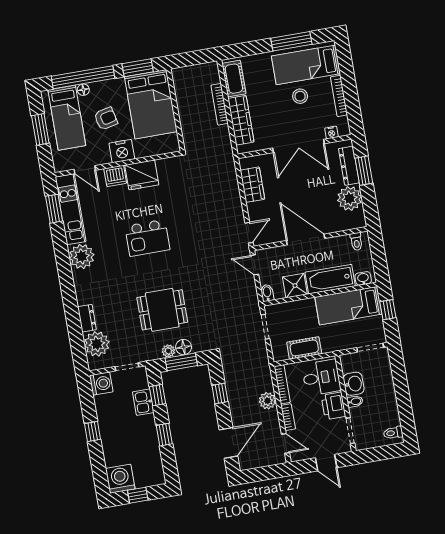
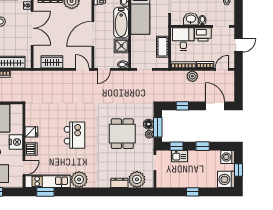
fridge: (142, 175) -> (31, 132), width x0.53, depth x0.75
washing machine: (101, 384) -> (228, 157), moved, turned -90

